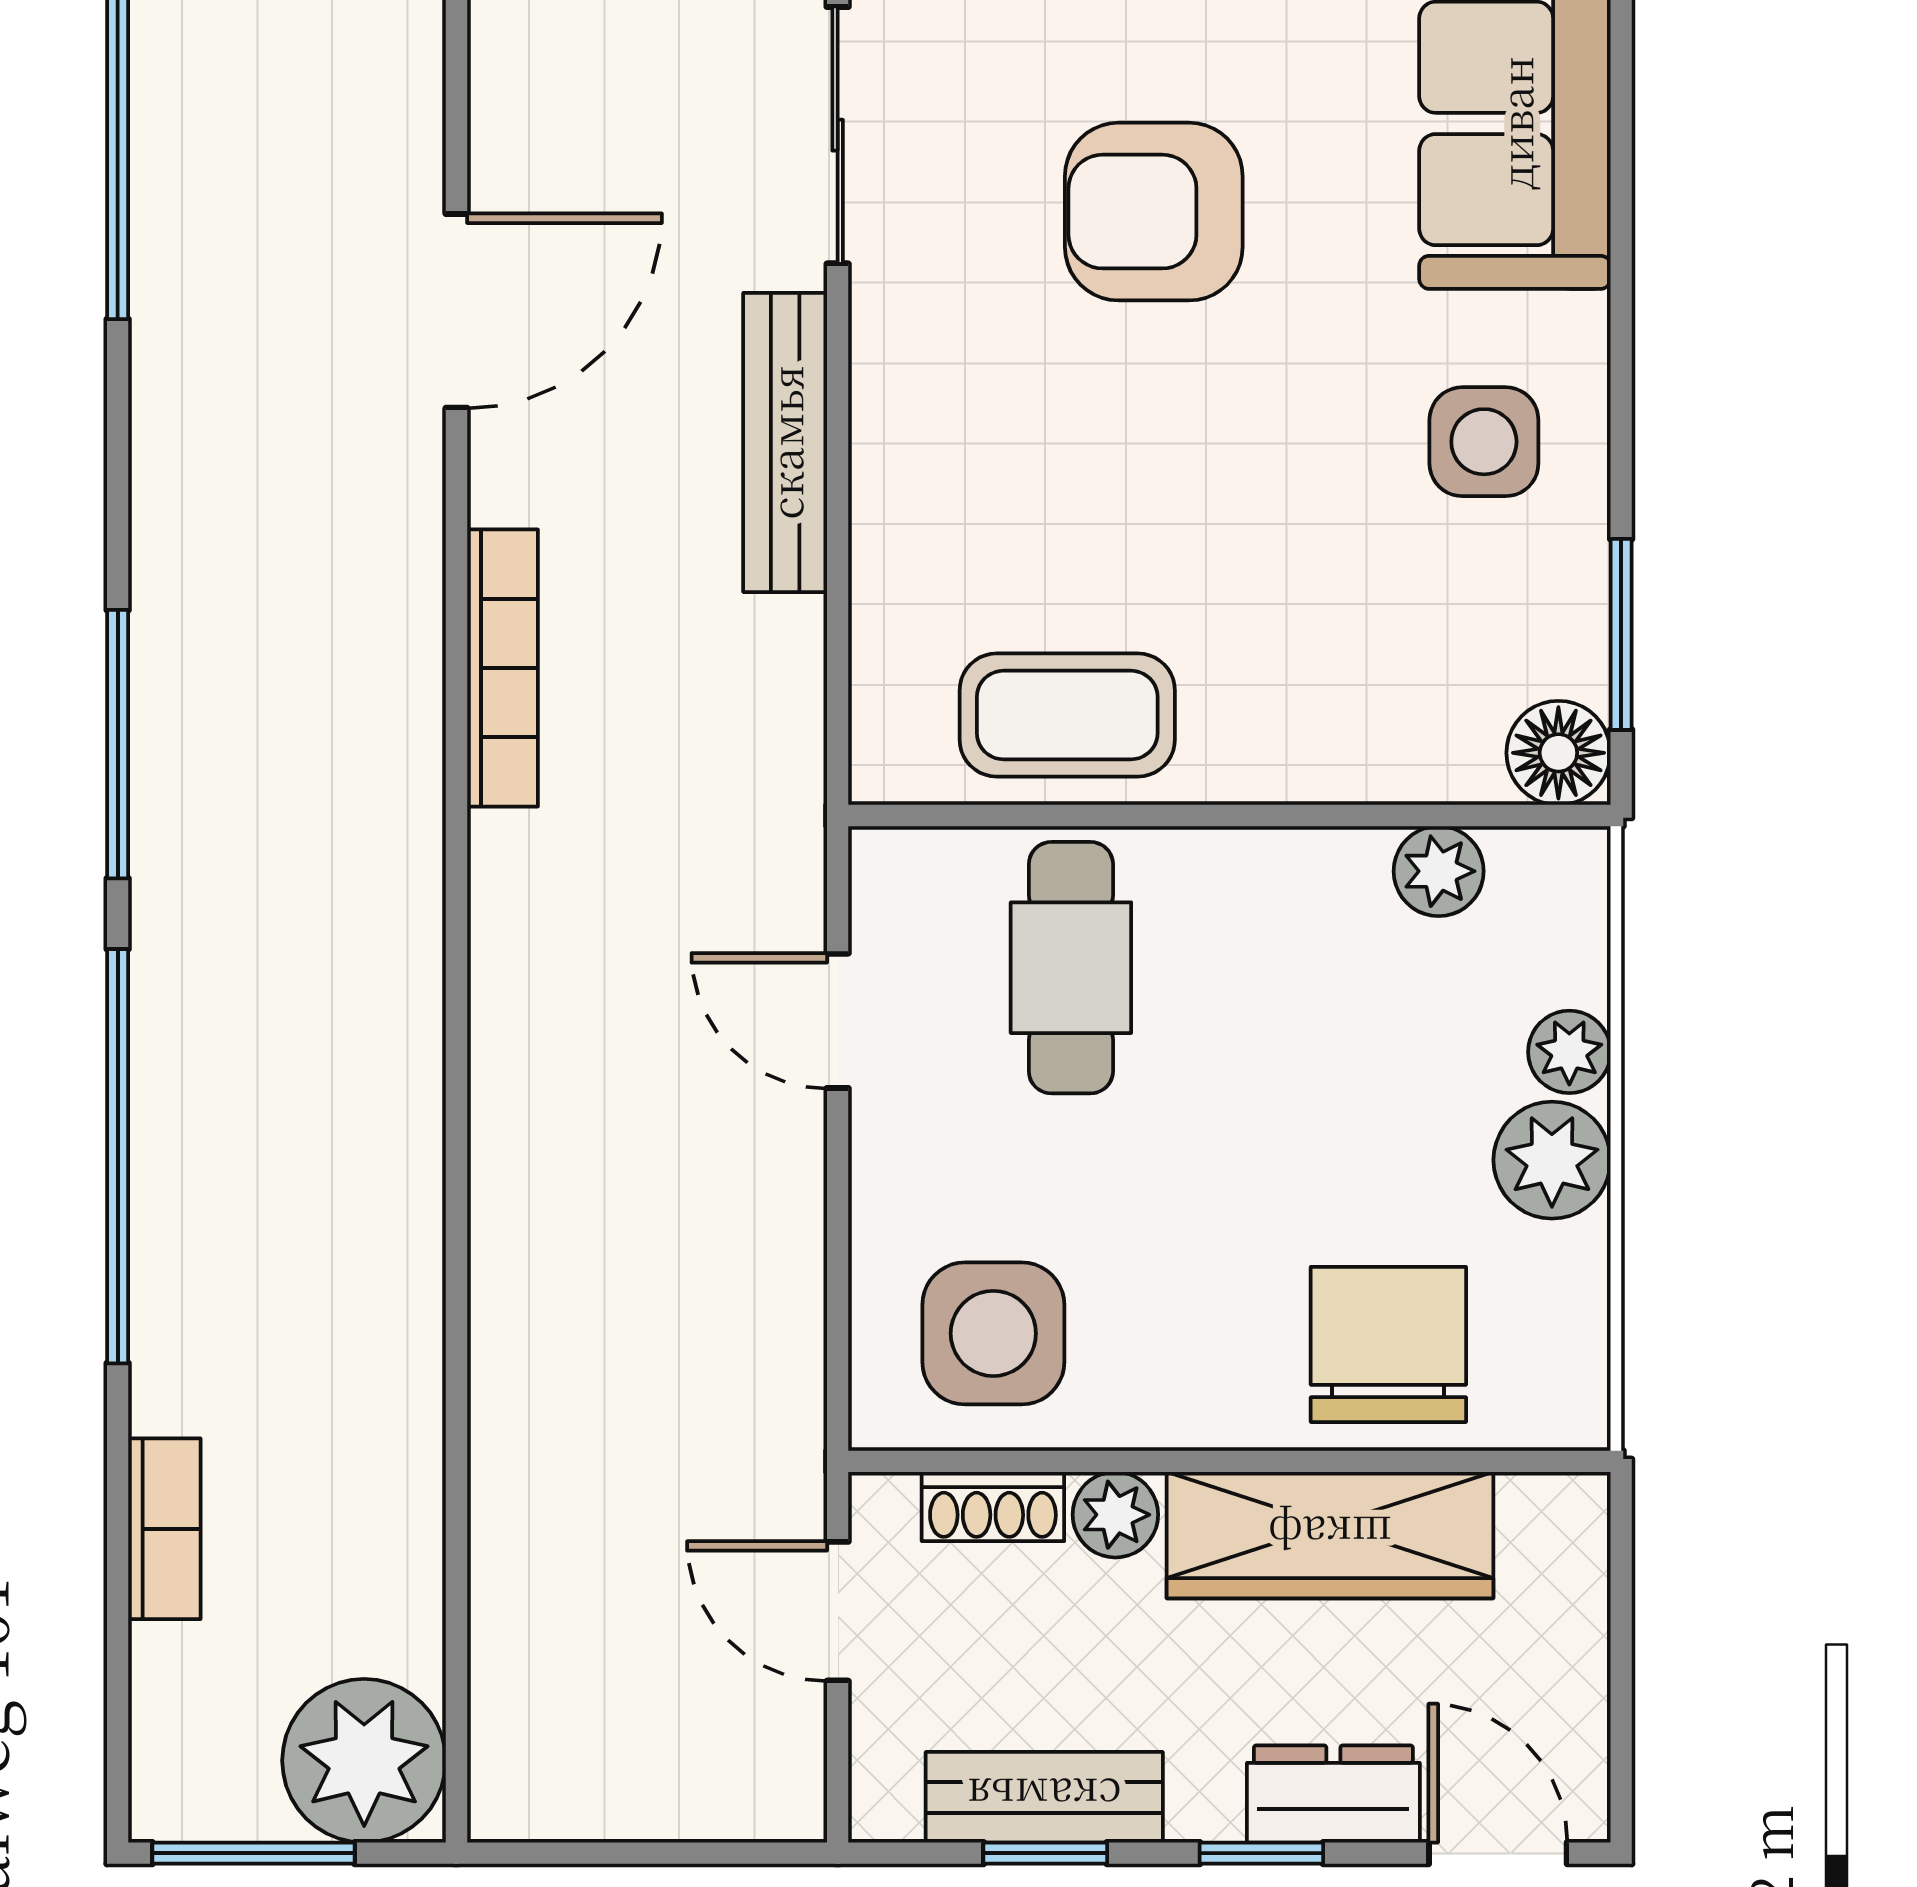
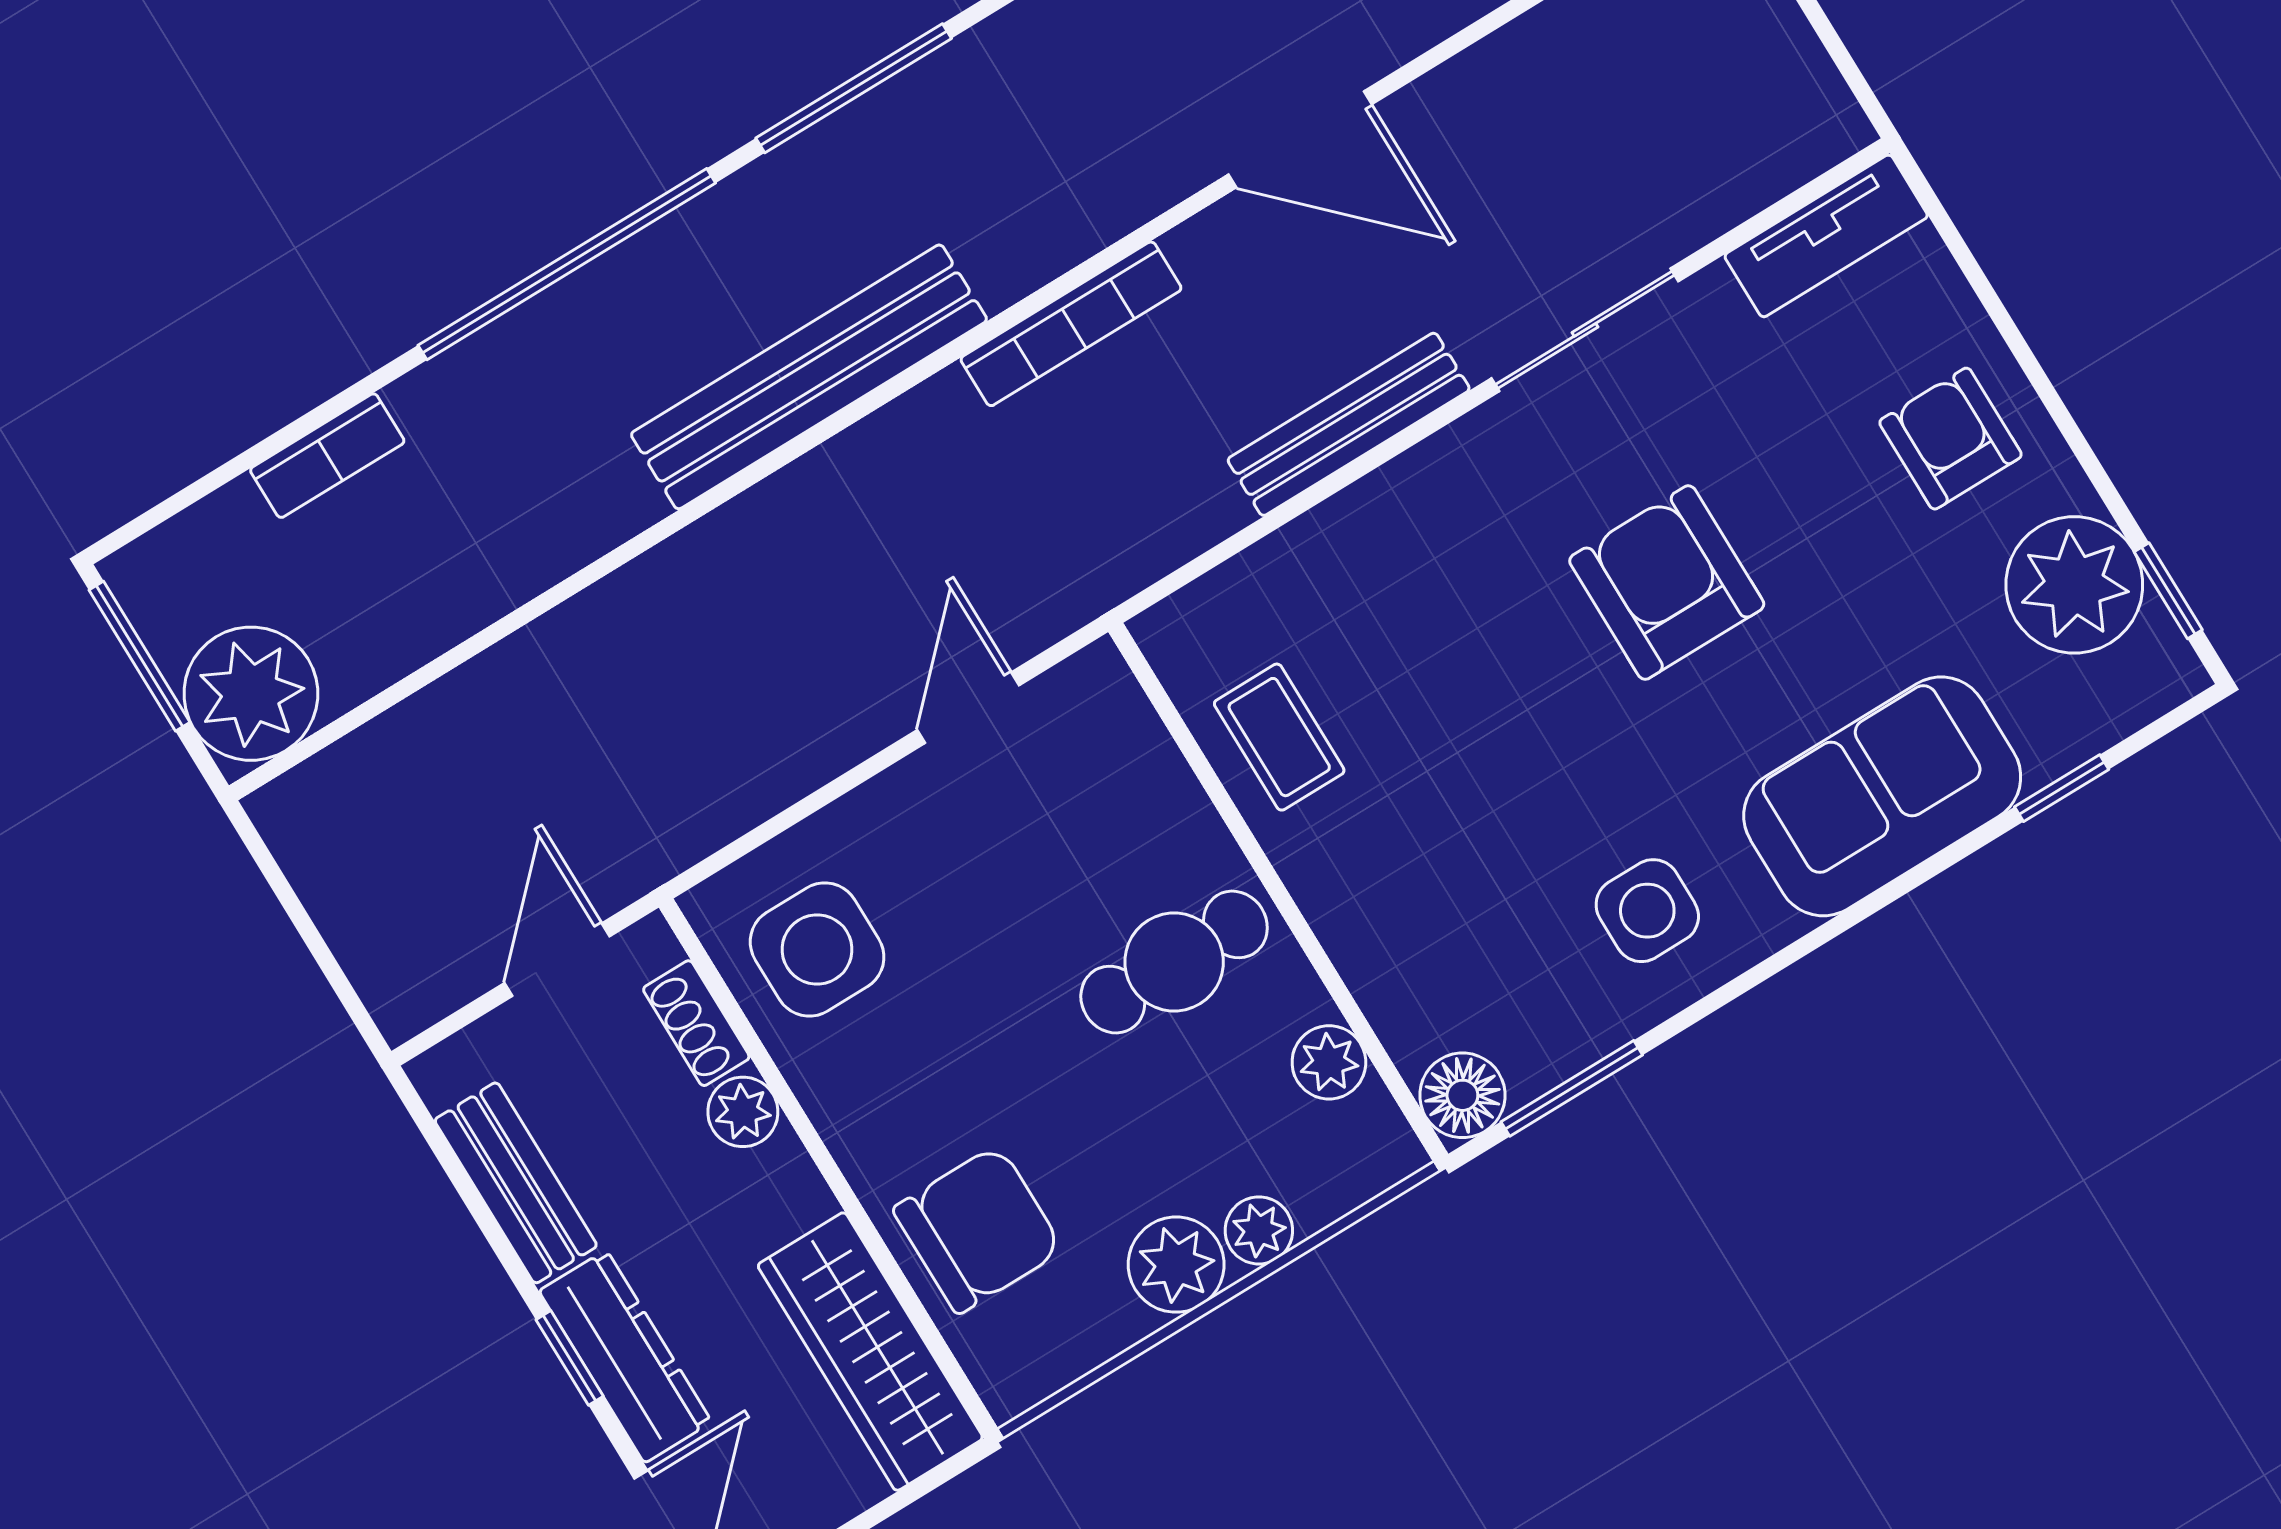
coffee table: (1067, 715) -> (1279, 737), width x0.73, depth x0.77
cafe table: (1071, 968) -> (1174, 962), moved
bench: (390, 976) -> (809, 377), added
wardrobe: (1330, 1535) -> (870, 1352), moved
dresser: (1333, 1794) -> (625, 1356), width x1.44
window: (1045, 1853) -> (477, 1207), removed

